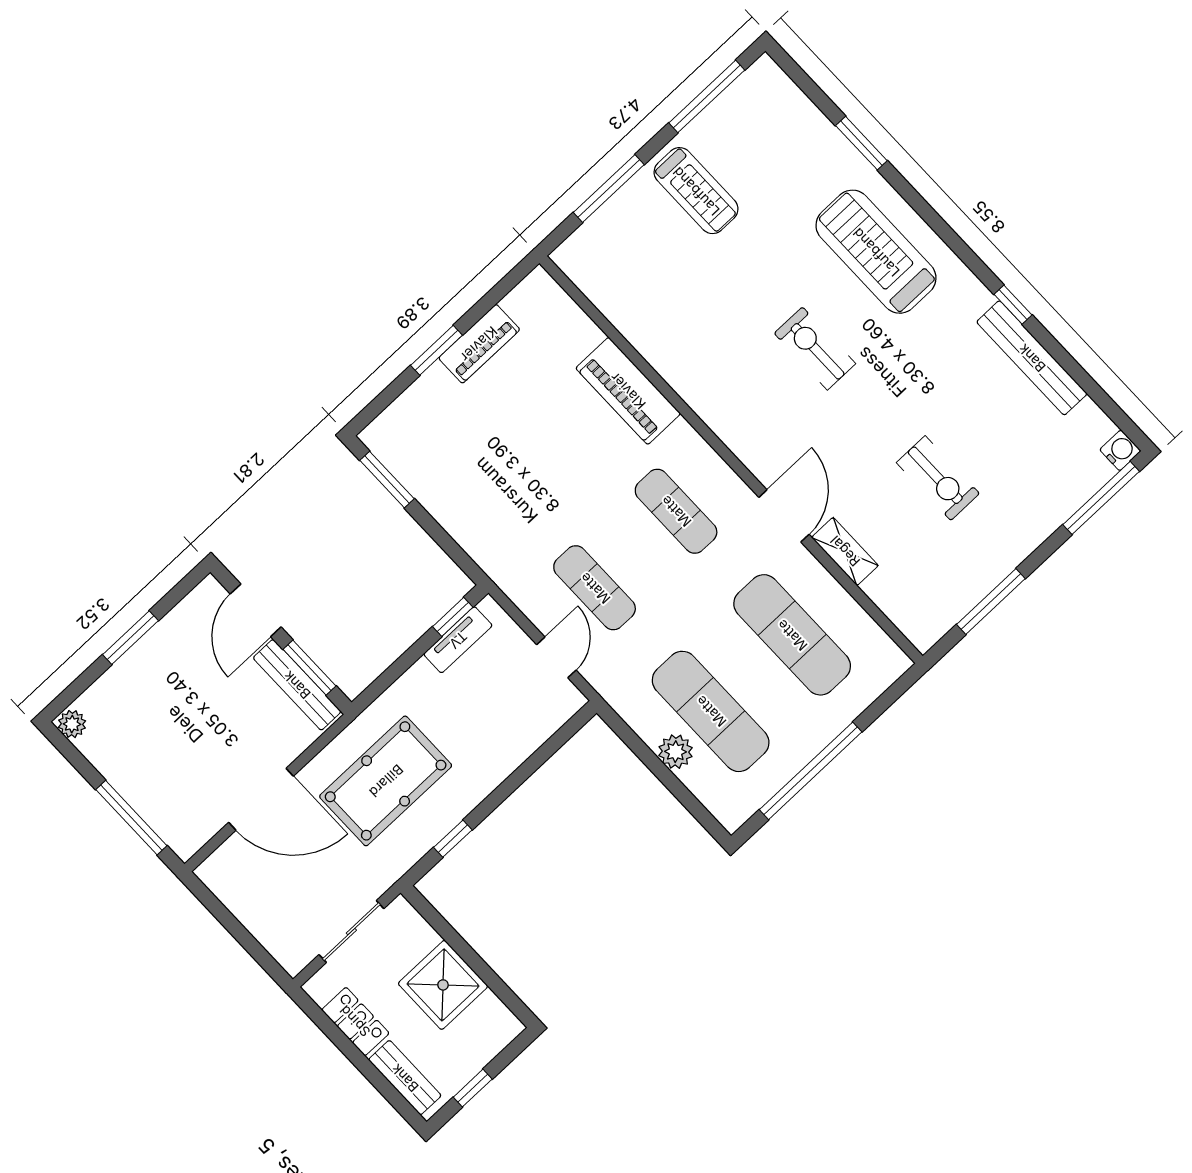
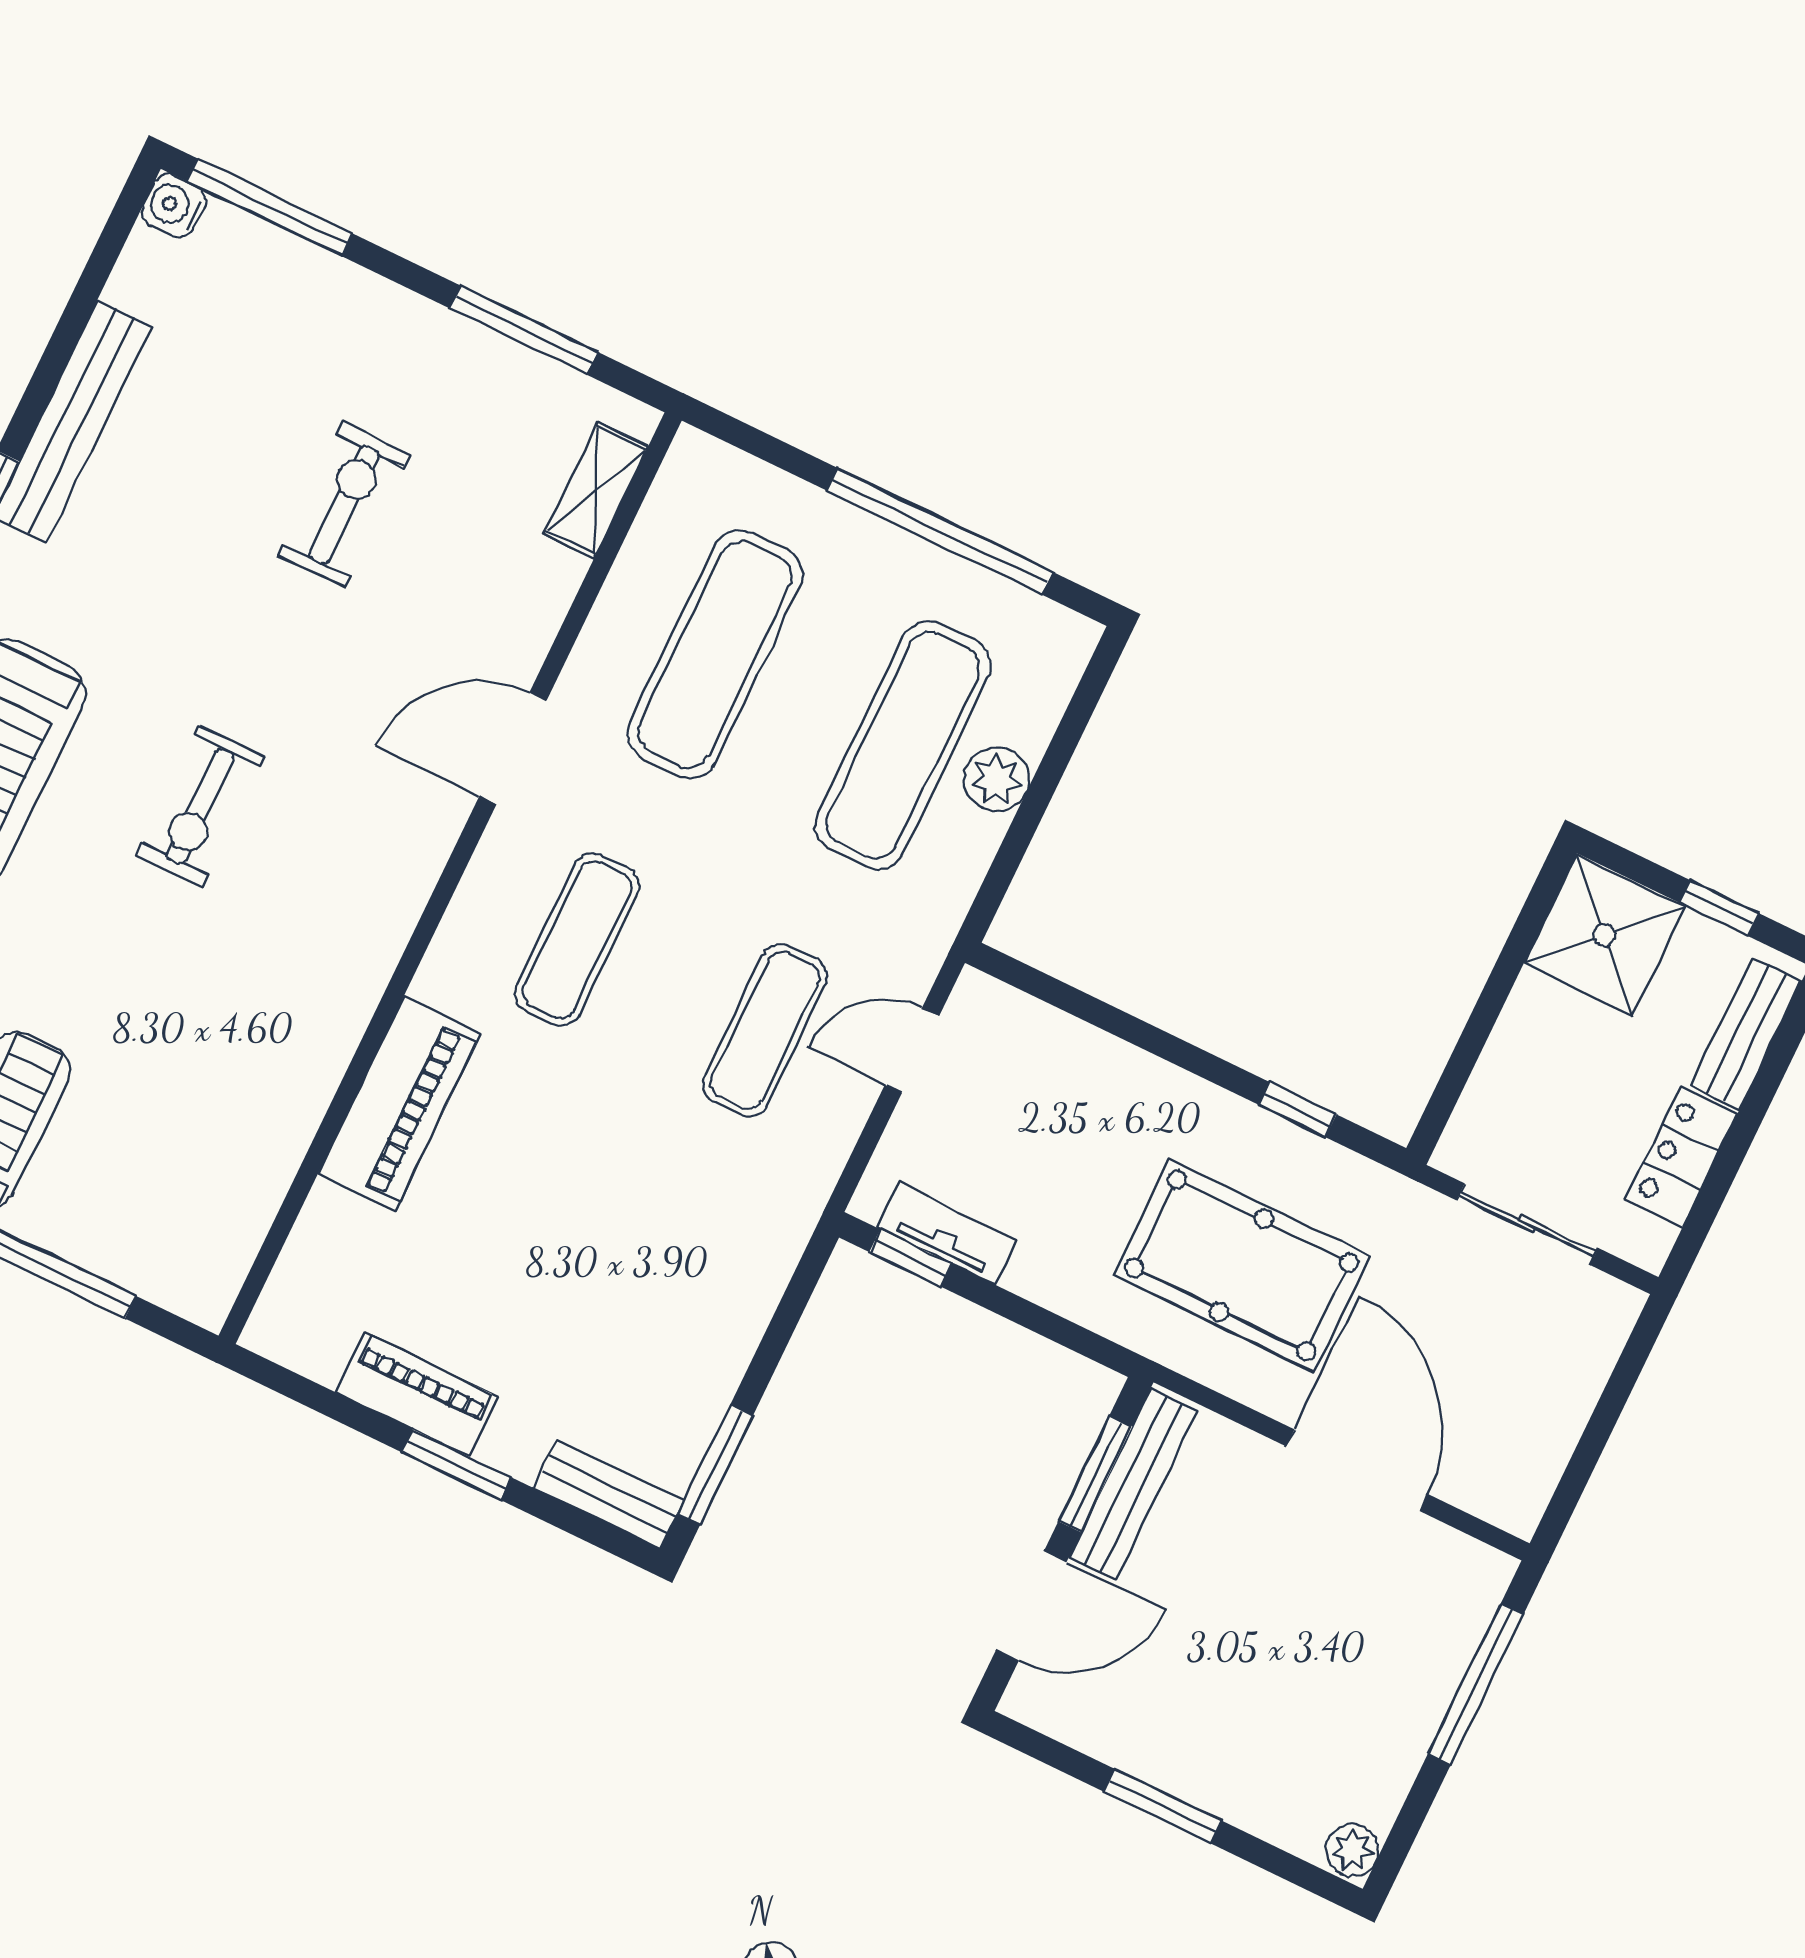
bench: (393, 421) -> (609, 1495), added
shelving: (845, 551) -> (596, 490), moved
shower: (443, 985) -> (1604, 935), moved

